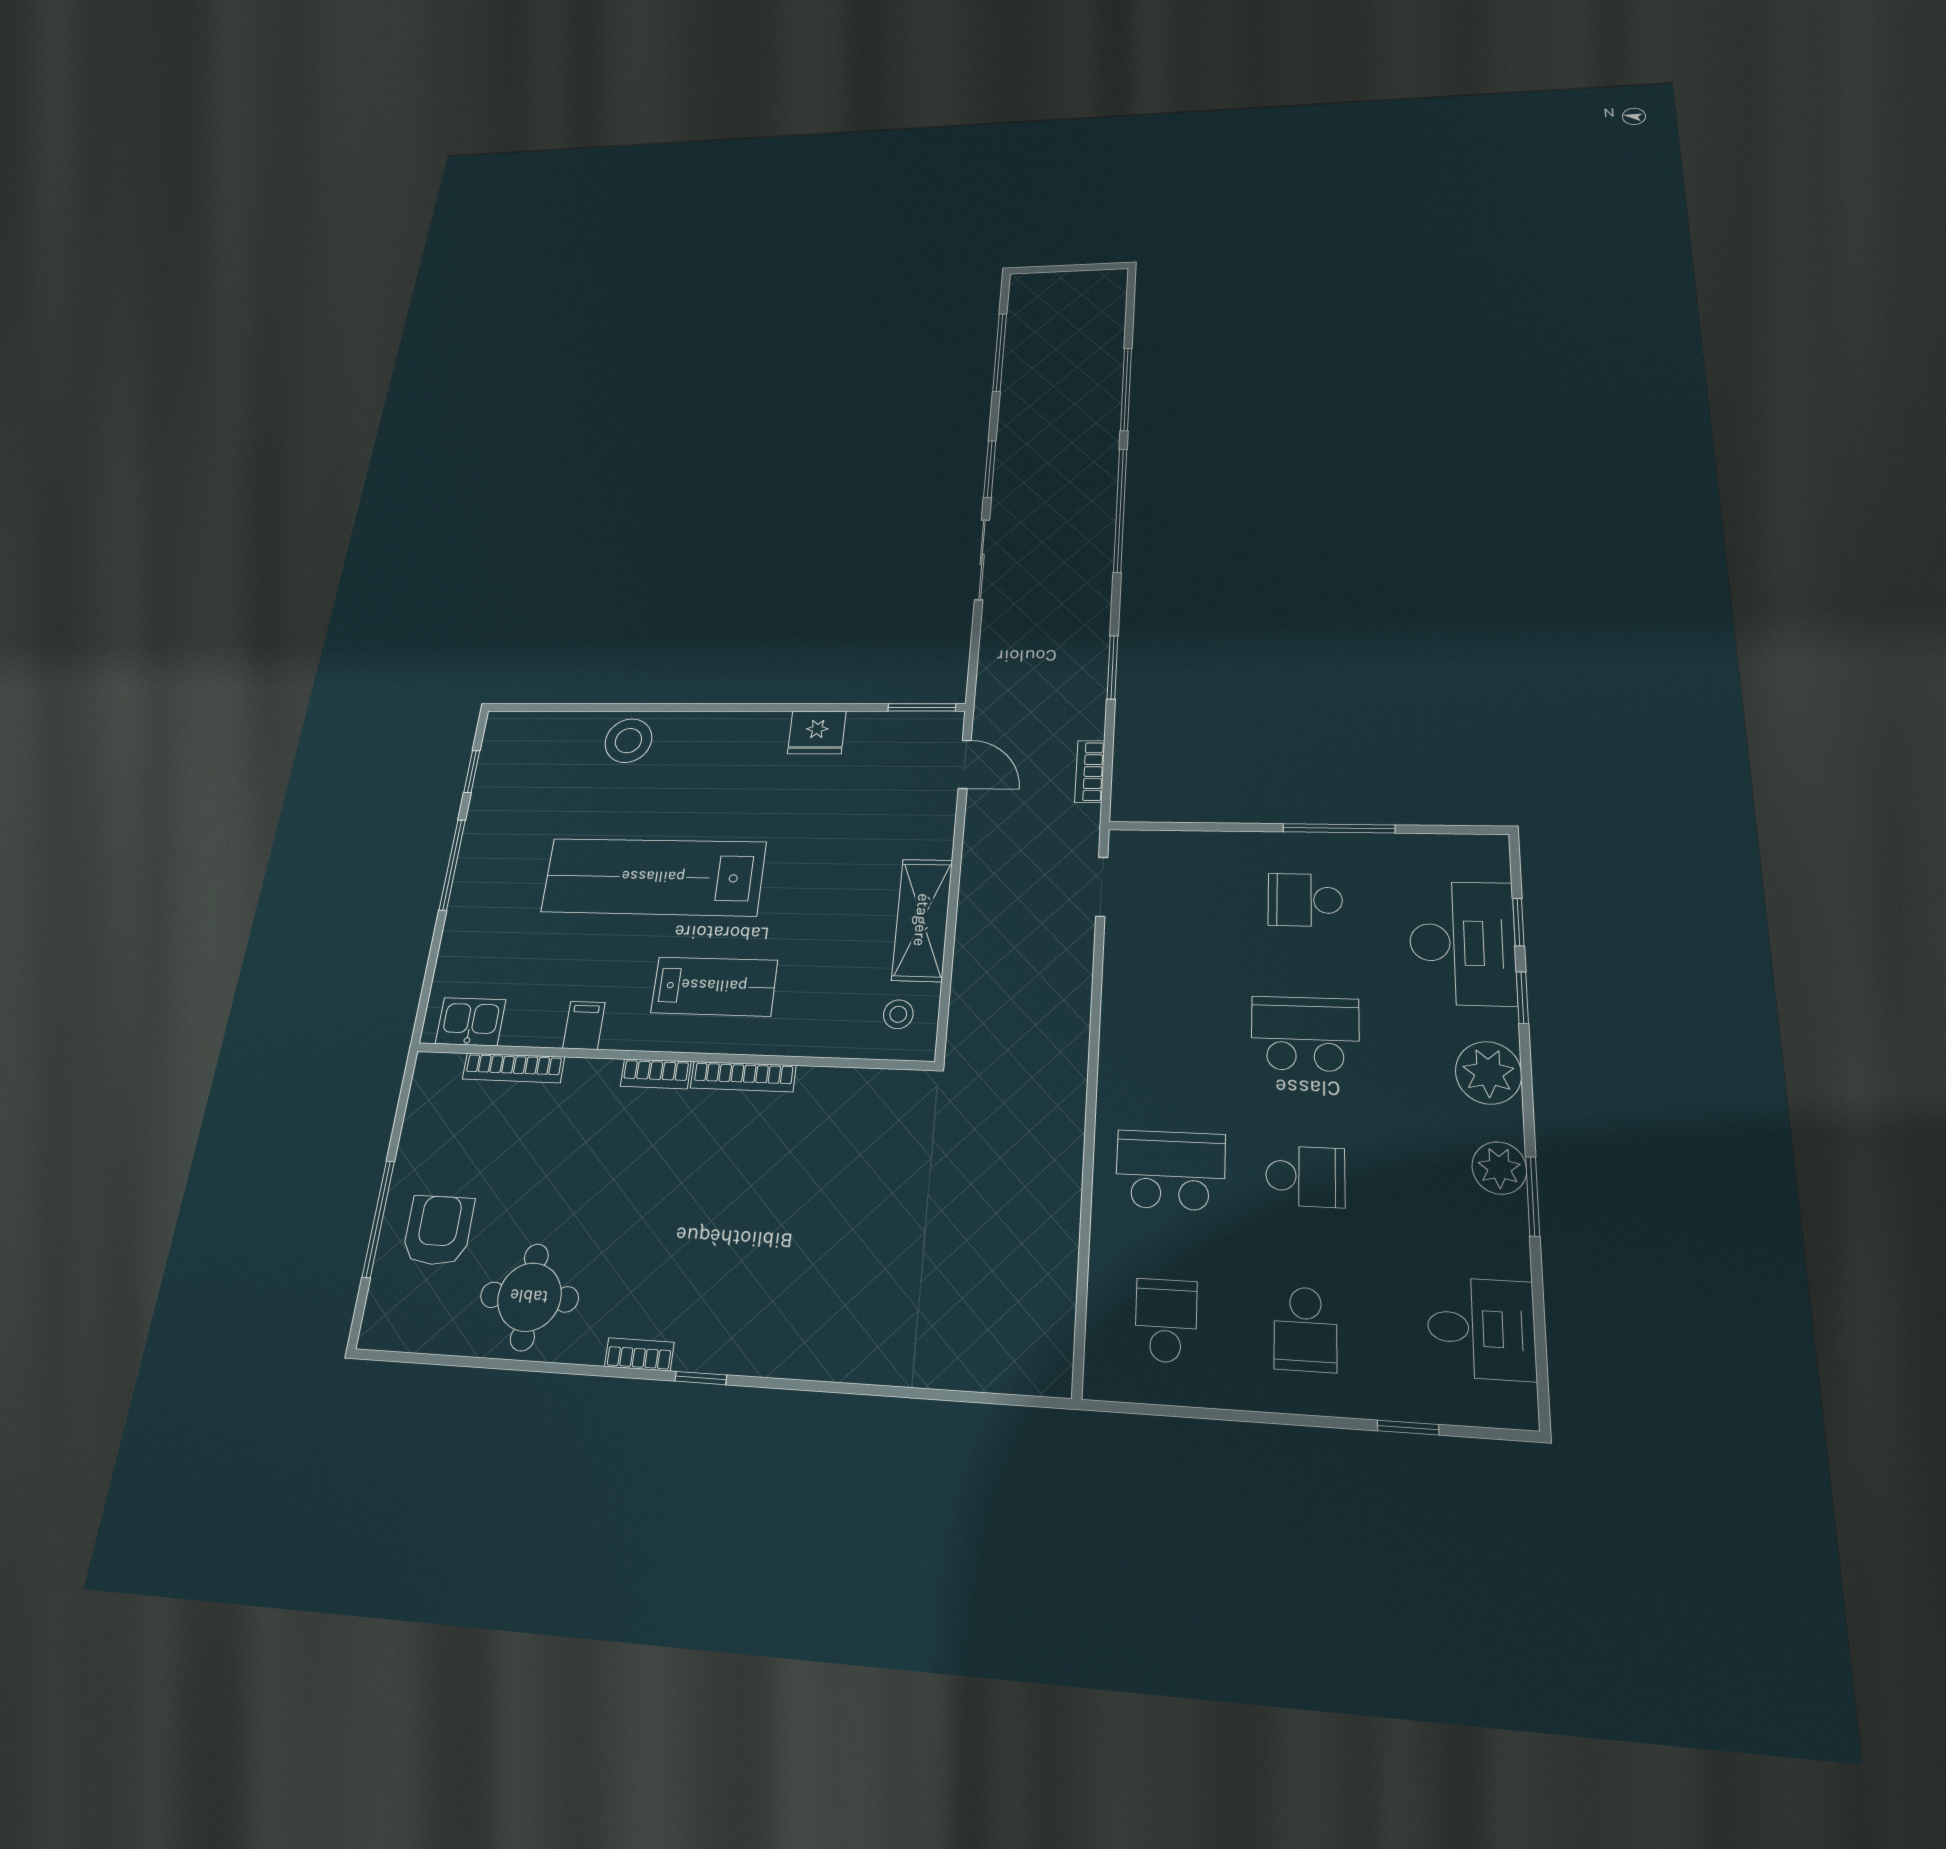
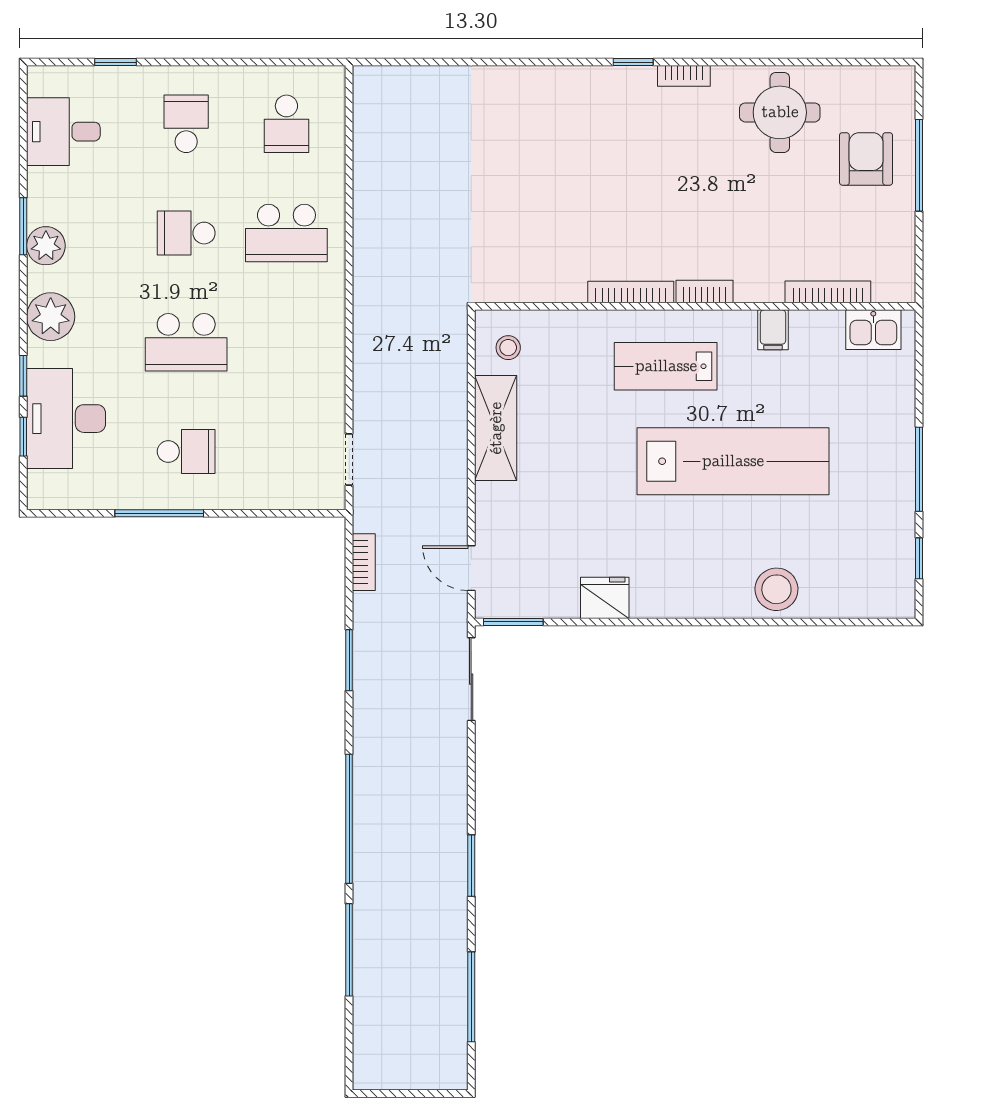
sliding door: (982, 559) -> (471, 679), moved
armchair: (438, 1230) -> (866, 159), turned 180

